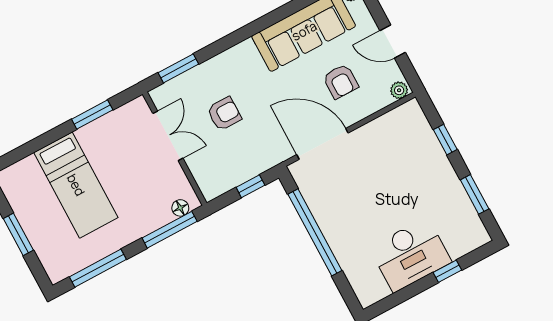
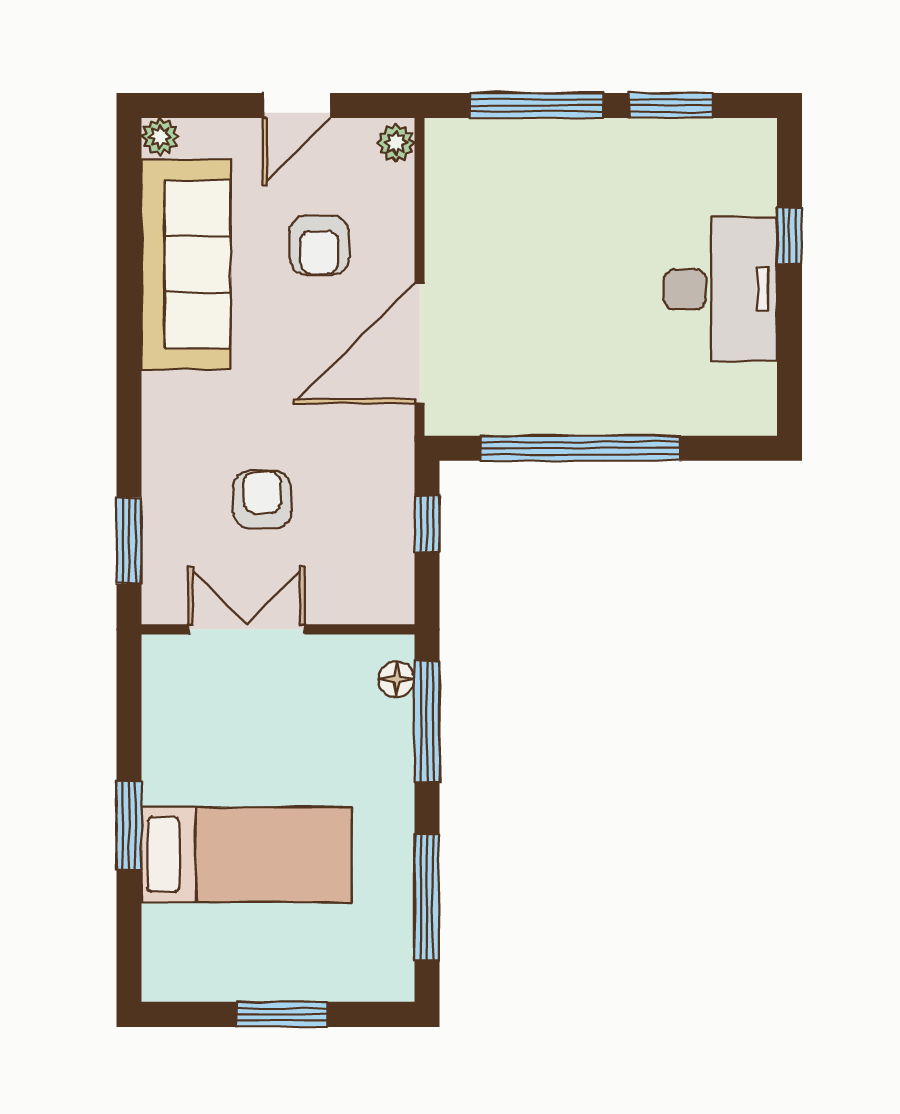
armchair: (341, 81) -> (319, 245), turned 90
window: (92, 115) -> (129, 826), moved
window: (445, 140) -> (537, 105), width x2.17

